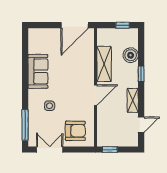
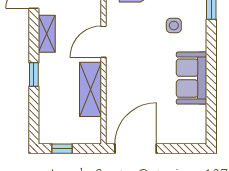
boiler: (131, 55) -> (50, 103), removed

